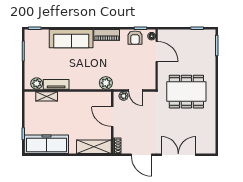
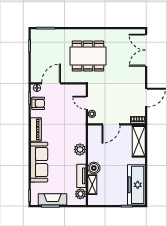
fireplace: (31, 53) -> (53, 199), added
plant: (106, 83) -> (80, 149), moved
door: (136, 90) -> (87, 103), swing flipped
dining table: (186, 92) -> (88, 56), turned 90
boiler: (65, 98) -> (94, 168), added
double door: (178, 155) -> (146, 50), moved

